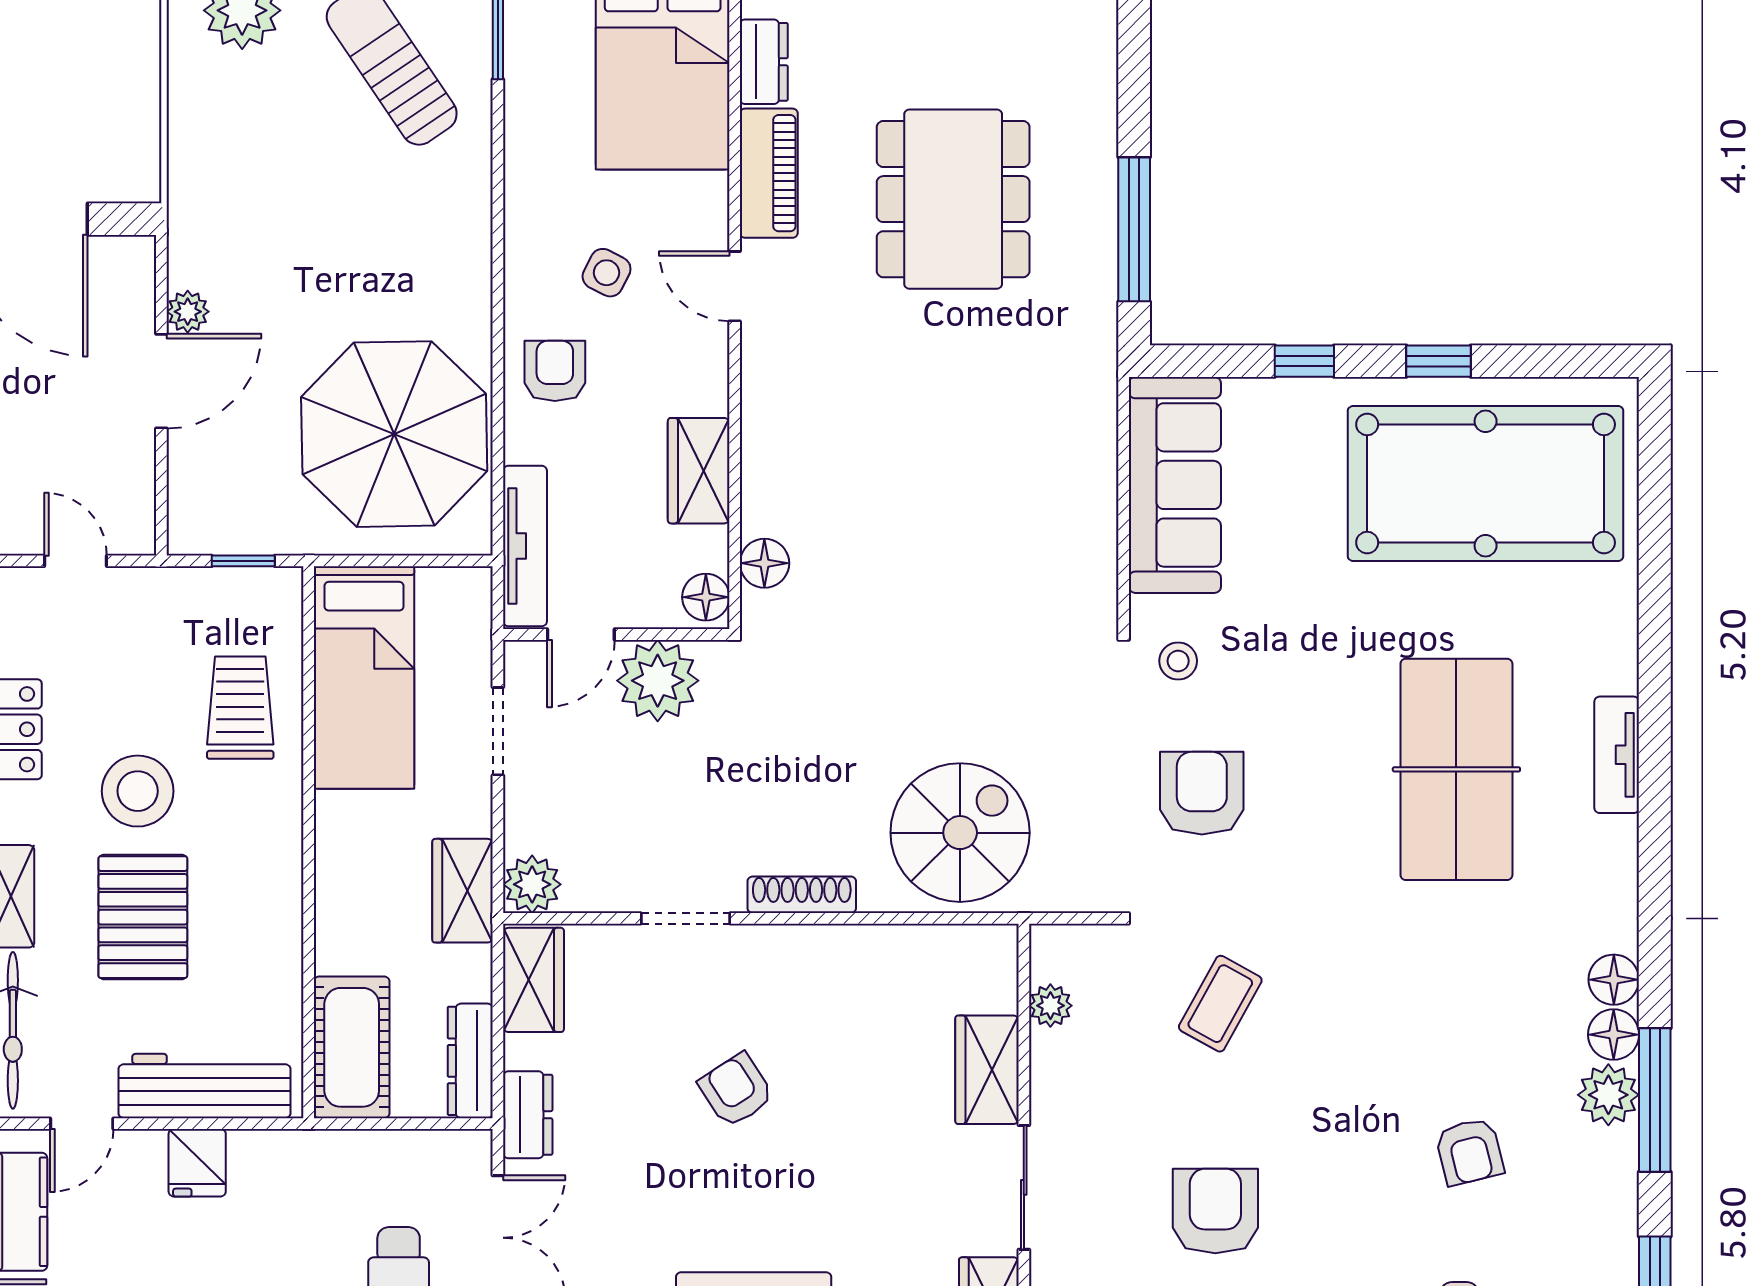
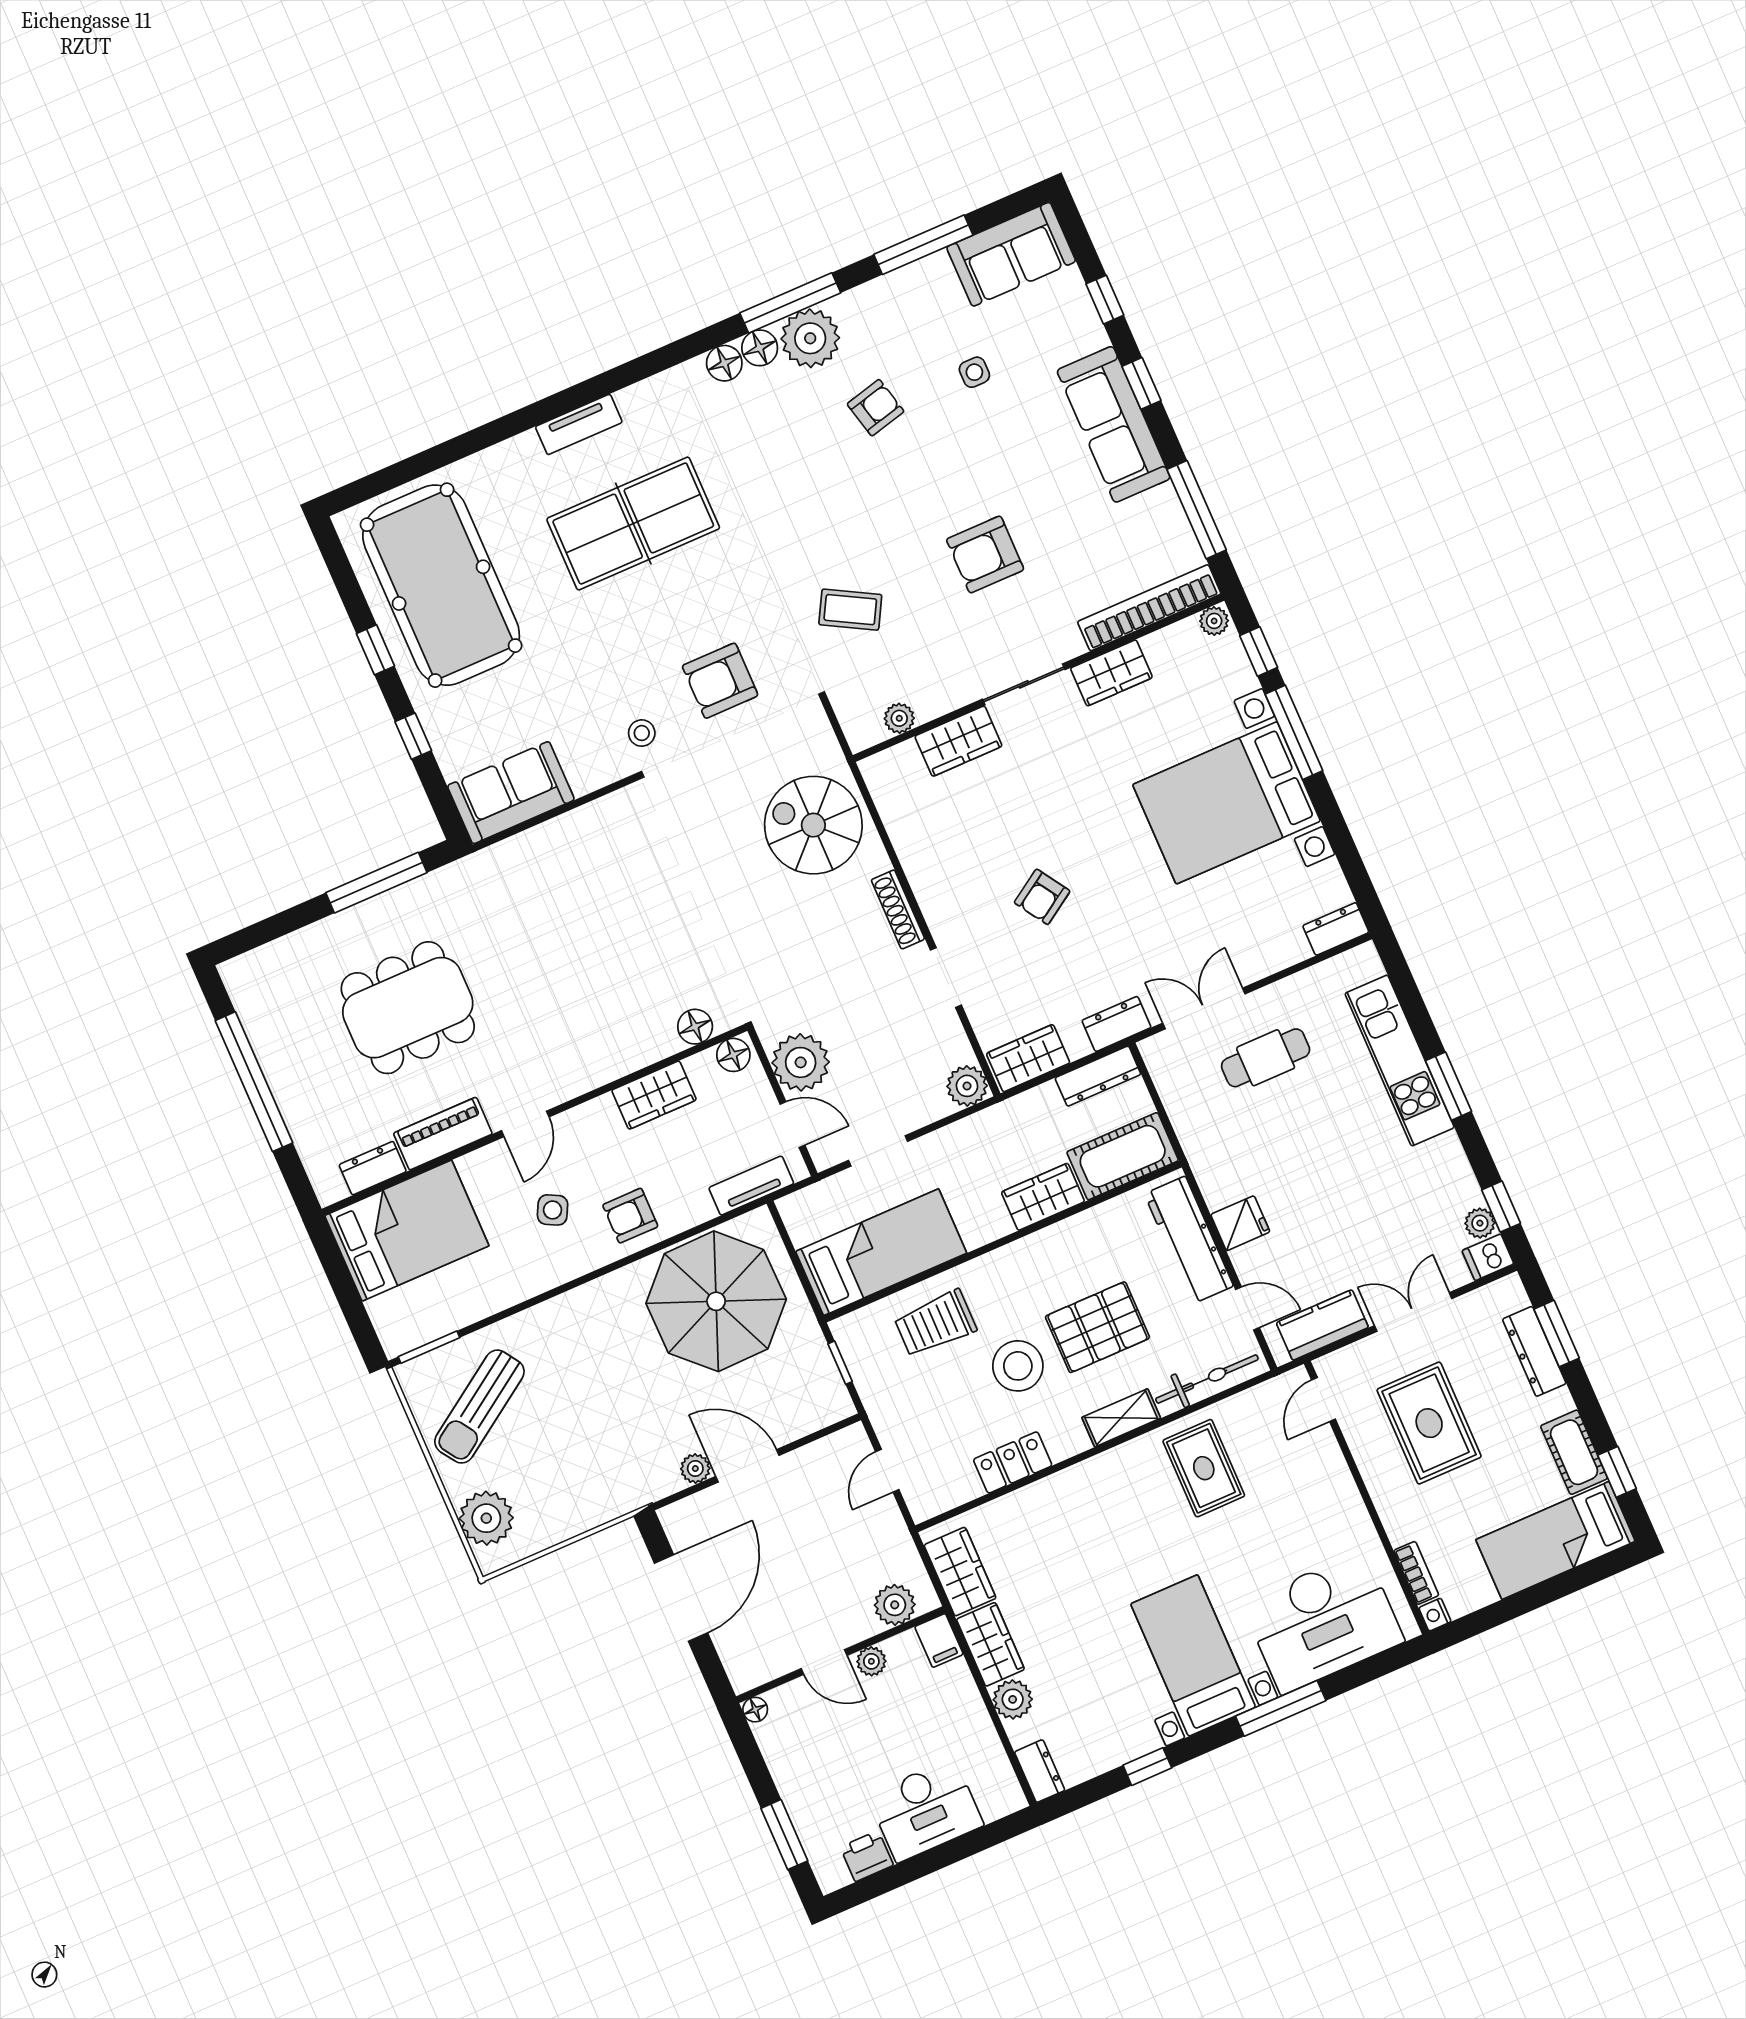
sofa: (1175, 485) -> (511, 793), width x0.73
tv unit: (525, 546) -> (751, 1186), width x0.71
wardrobe: (463, 891) -> (1043, 1197), moved, turned 180
plant: (1608, 1095) -> (810, 338), width x1.36, depth x1.36

